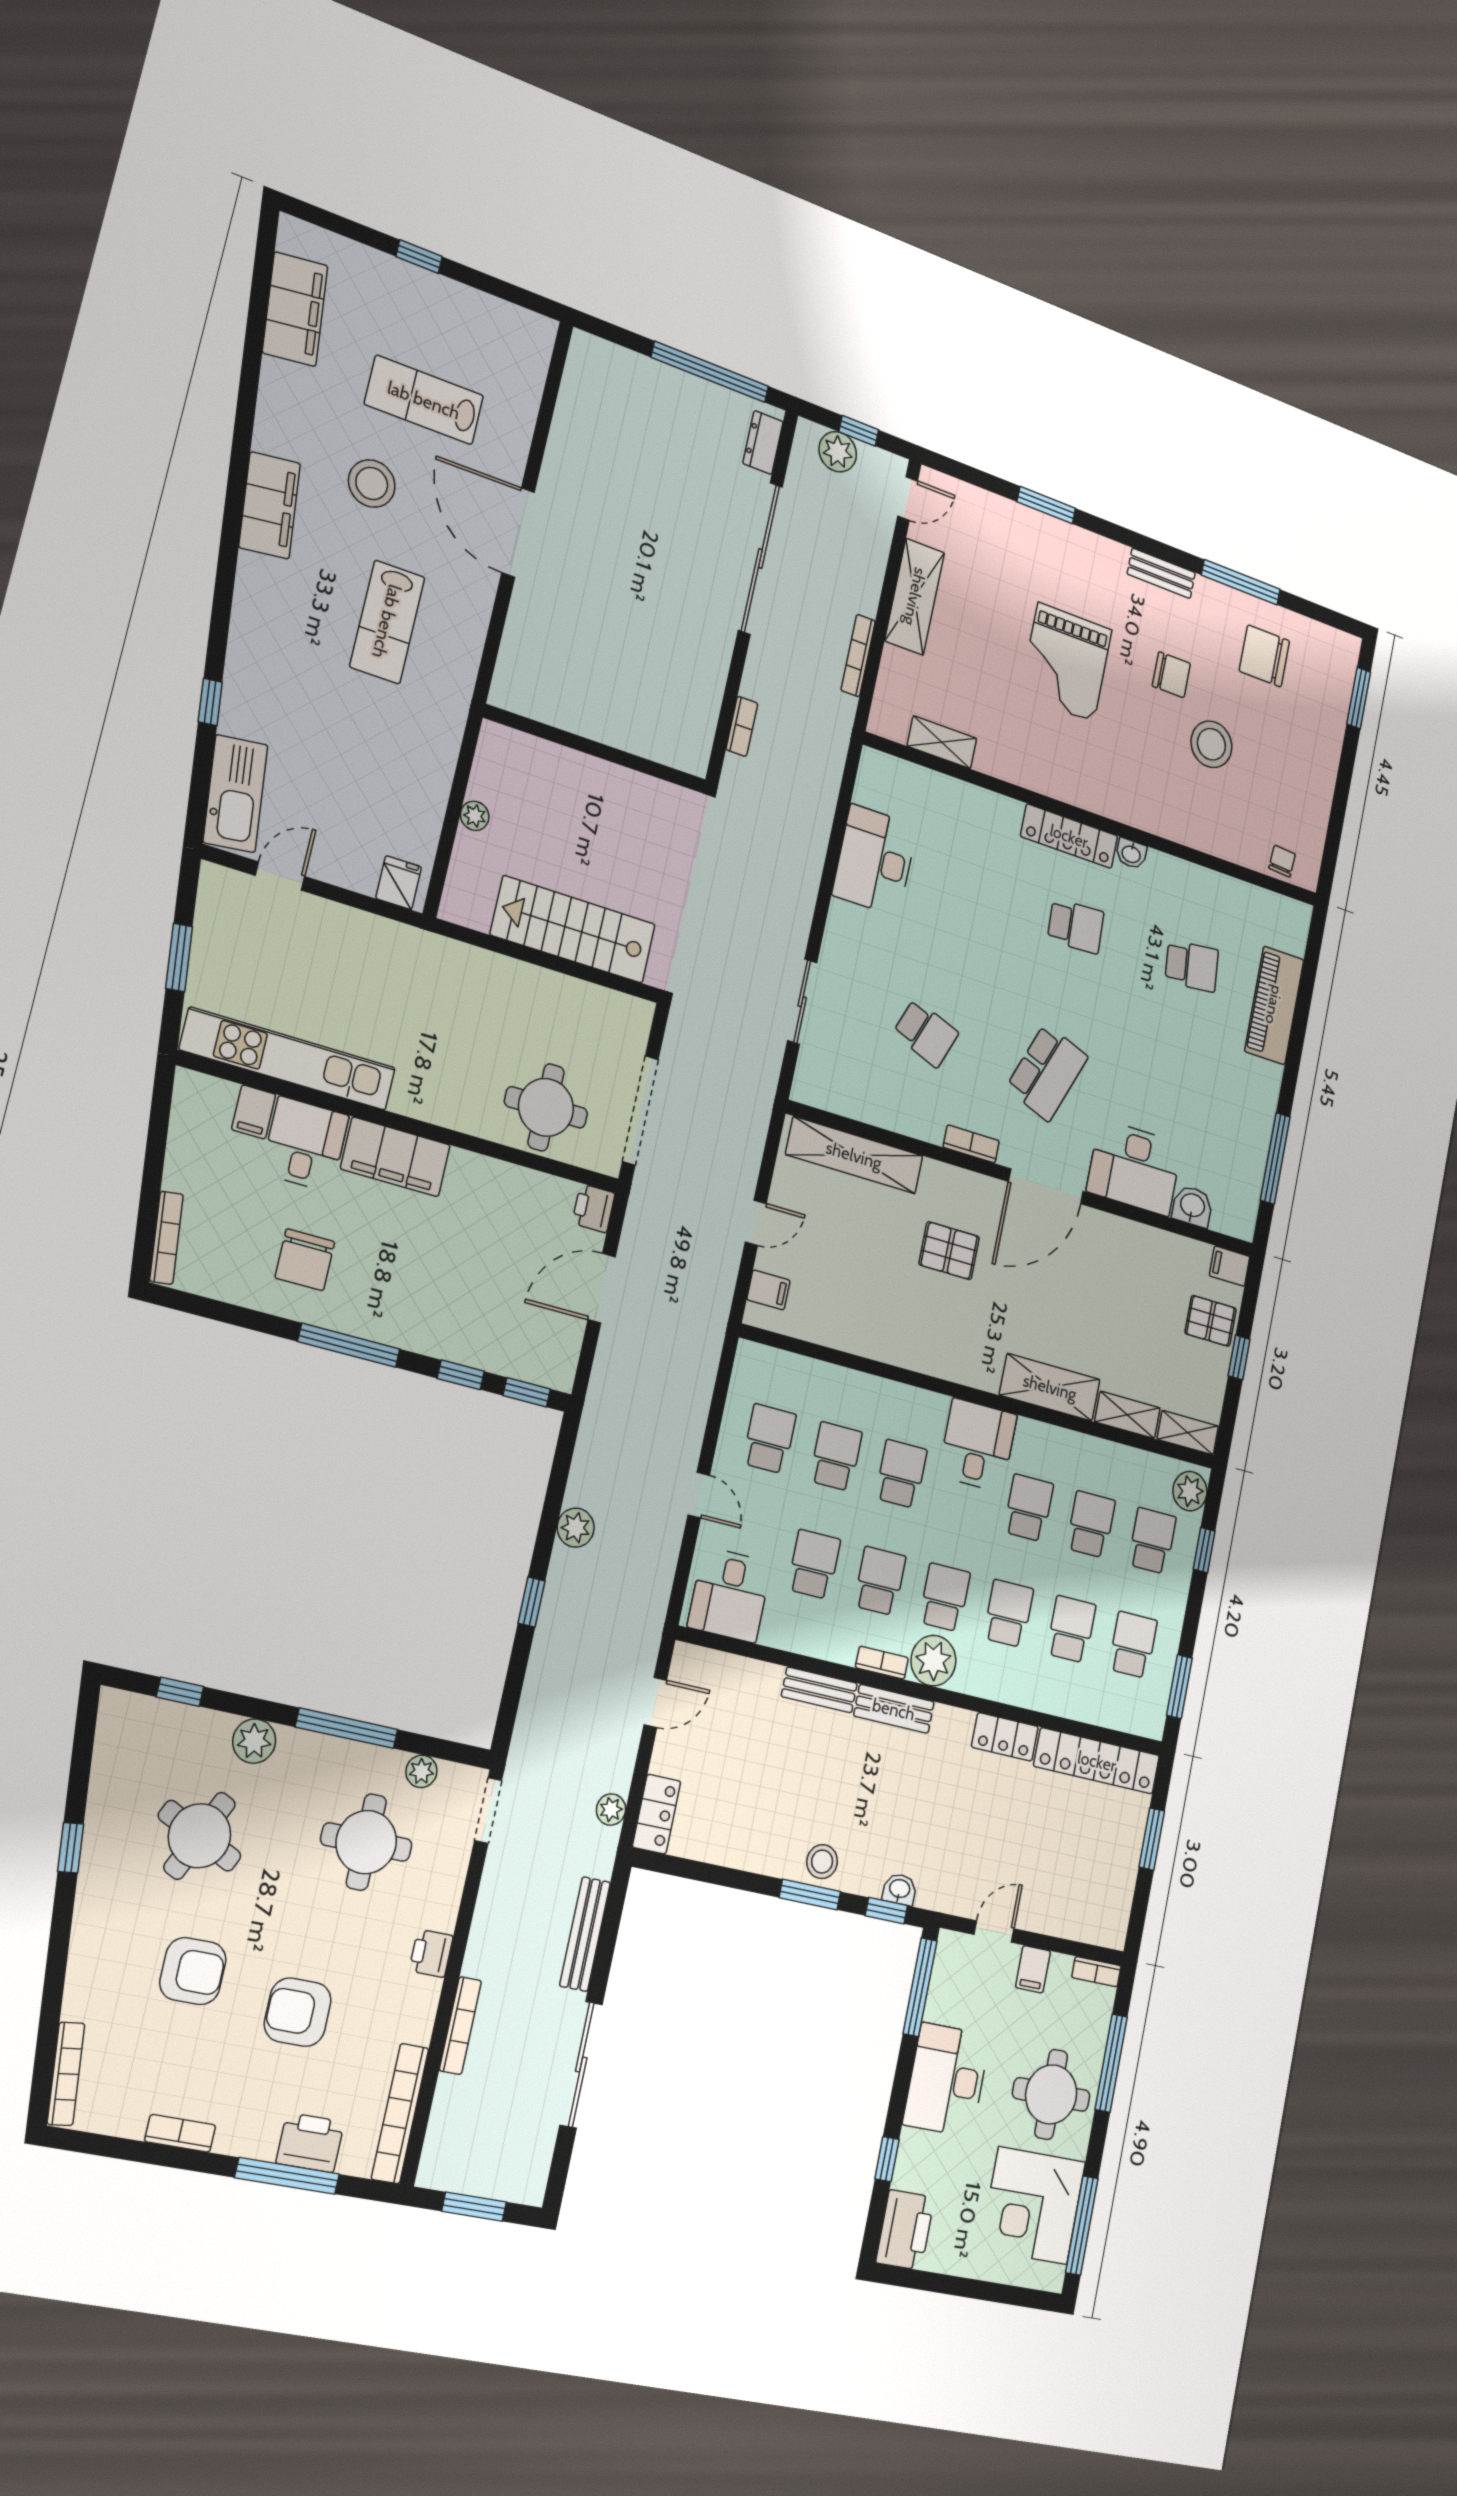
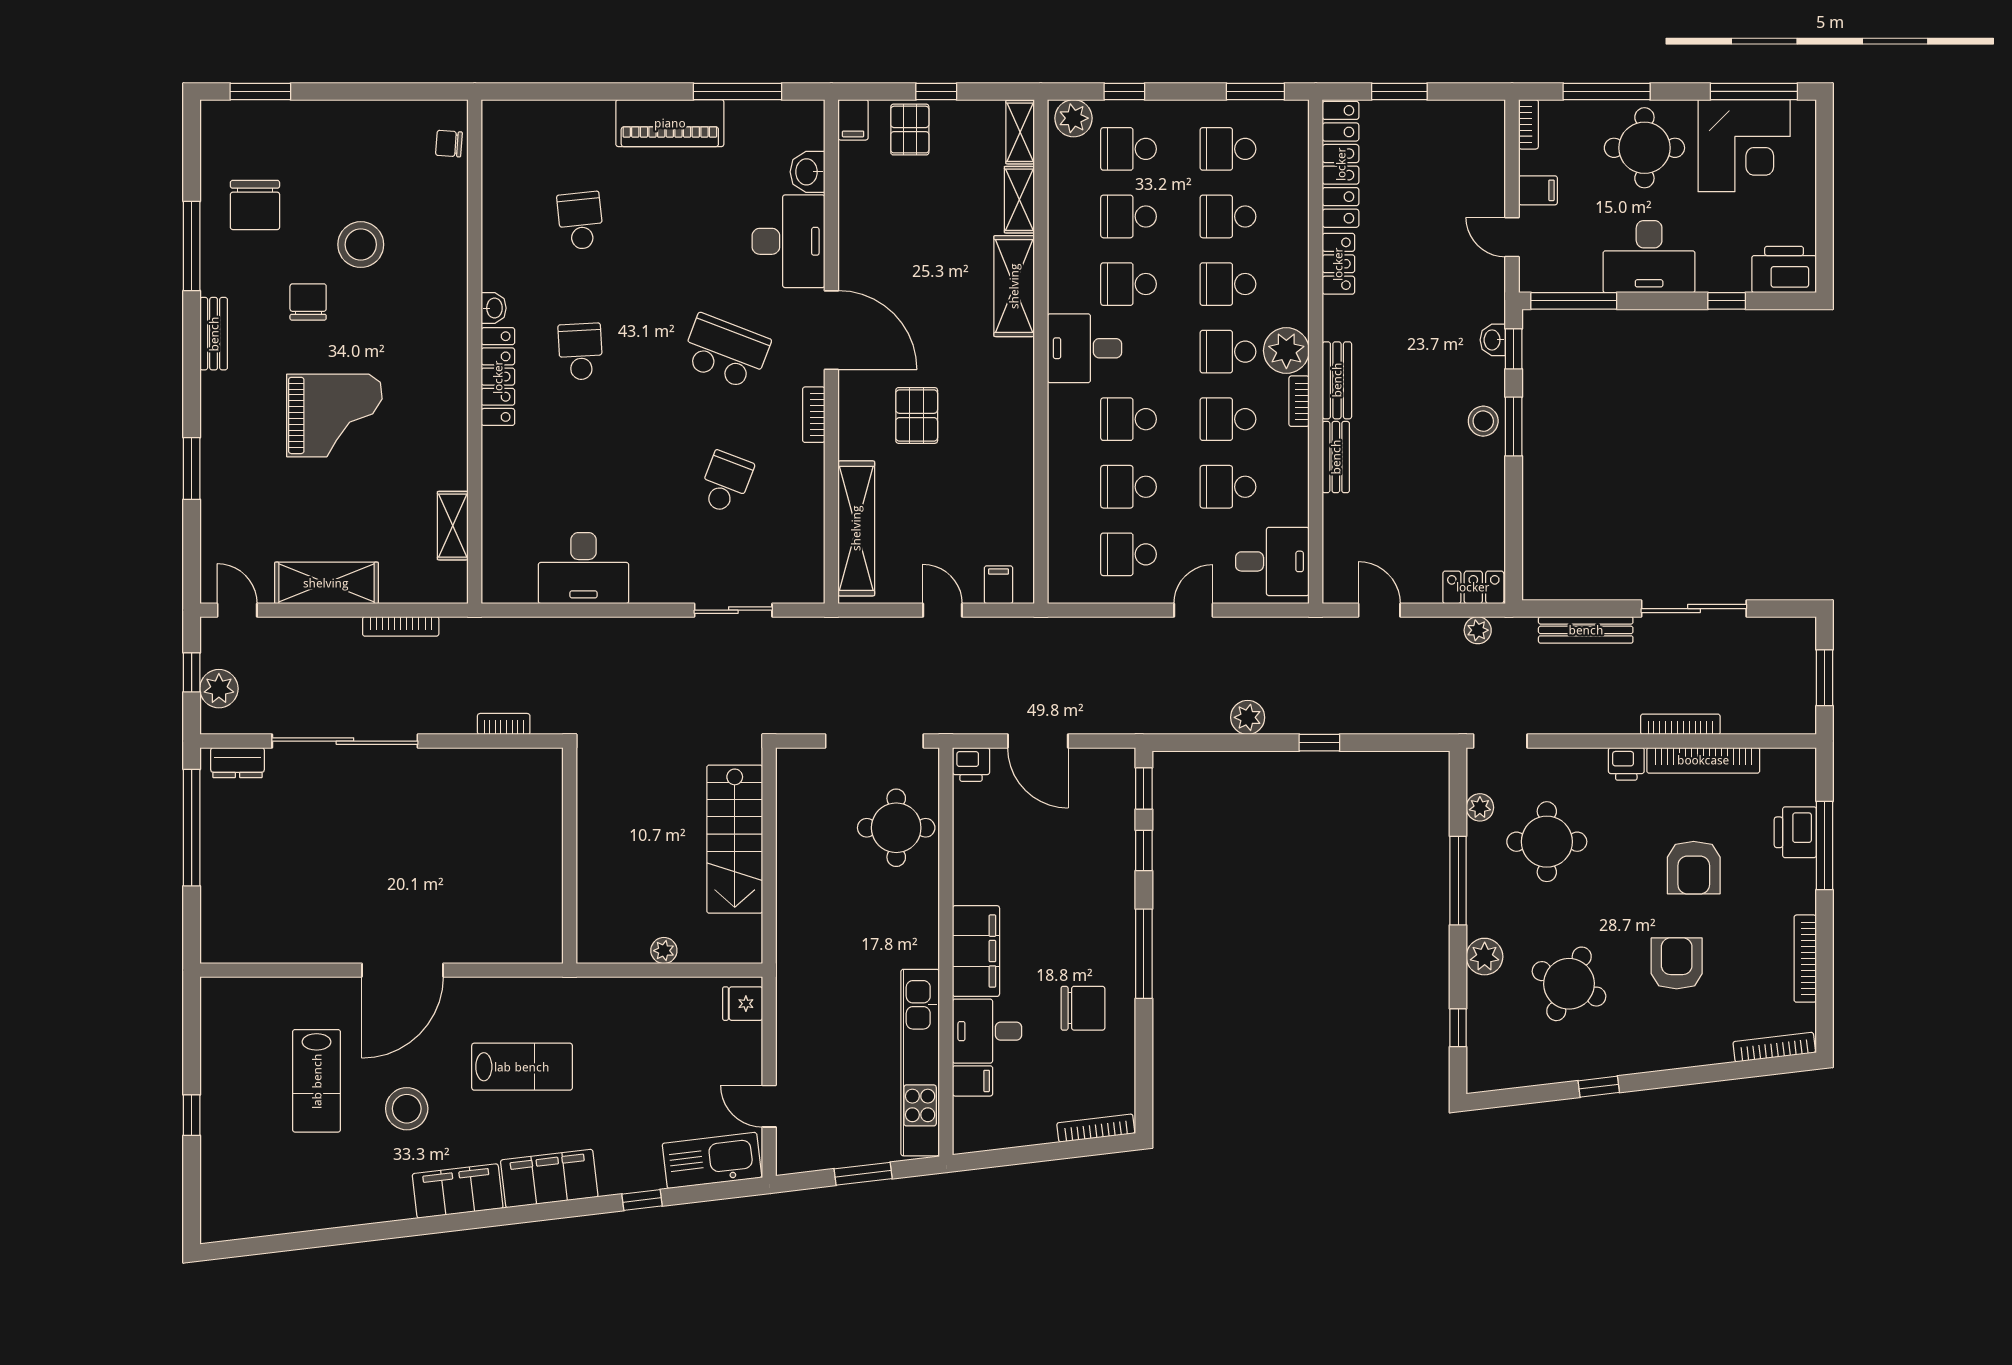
filing cabinet: (295, 309) -> (549, 1178), moved
piano: (1274, 1005) -> (670, 123), moved
bookcase: (400, 2113) -> (1703, 760), moved
bookcase: (180, 2133) -> (1805, 959), width x1.56

